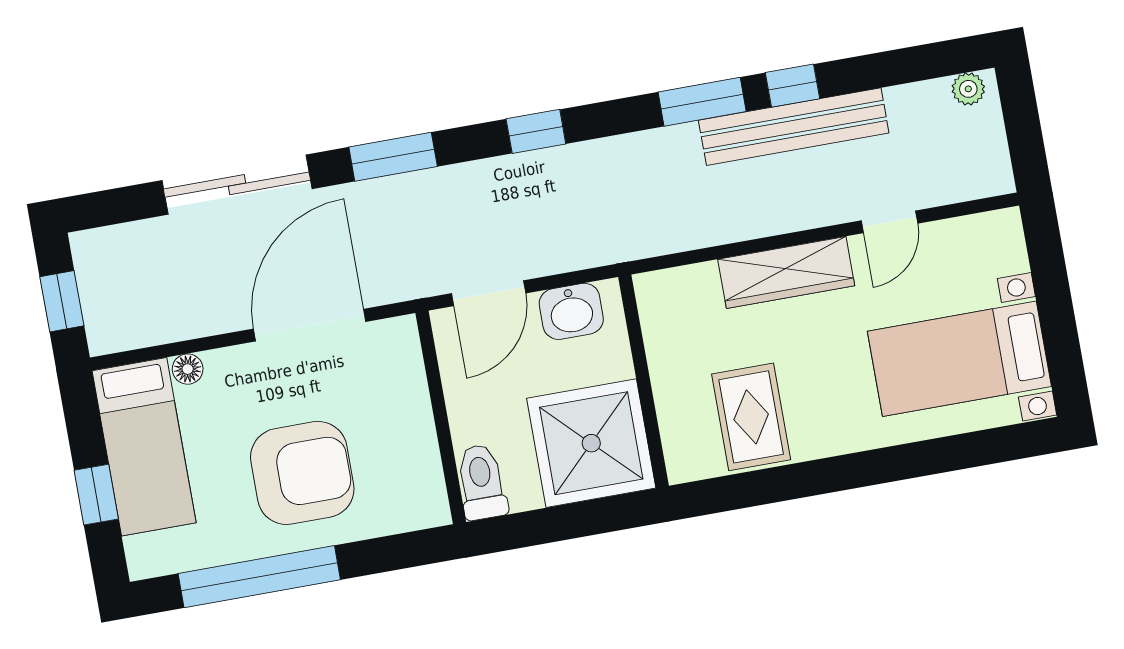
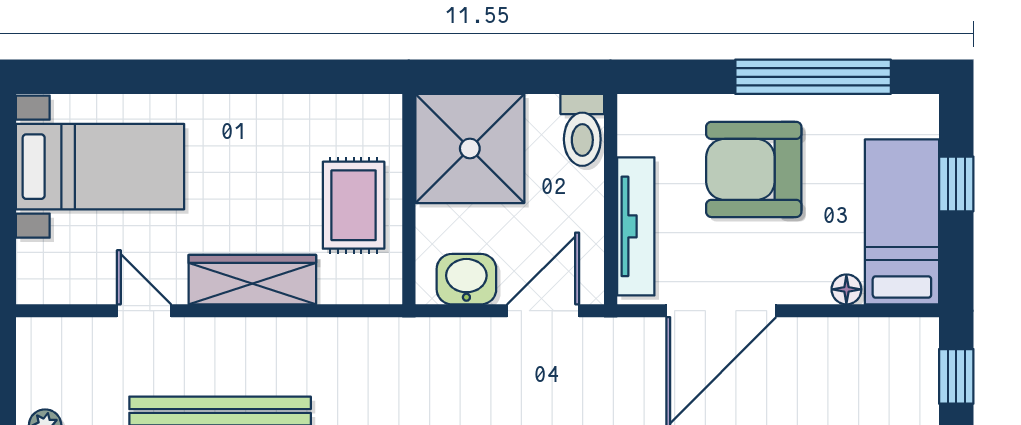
door: (889, 222) -> (144, 311), hinge flipped
tv unit: (411, 395) -> (636, 226), added
rug: (751, 417) -> (354, 205), moved

